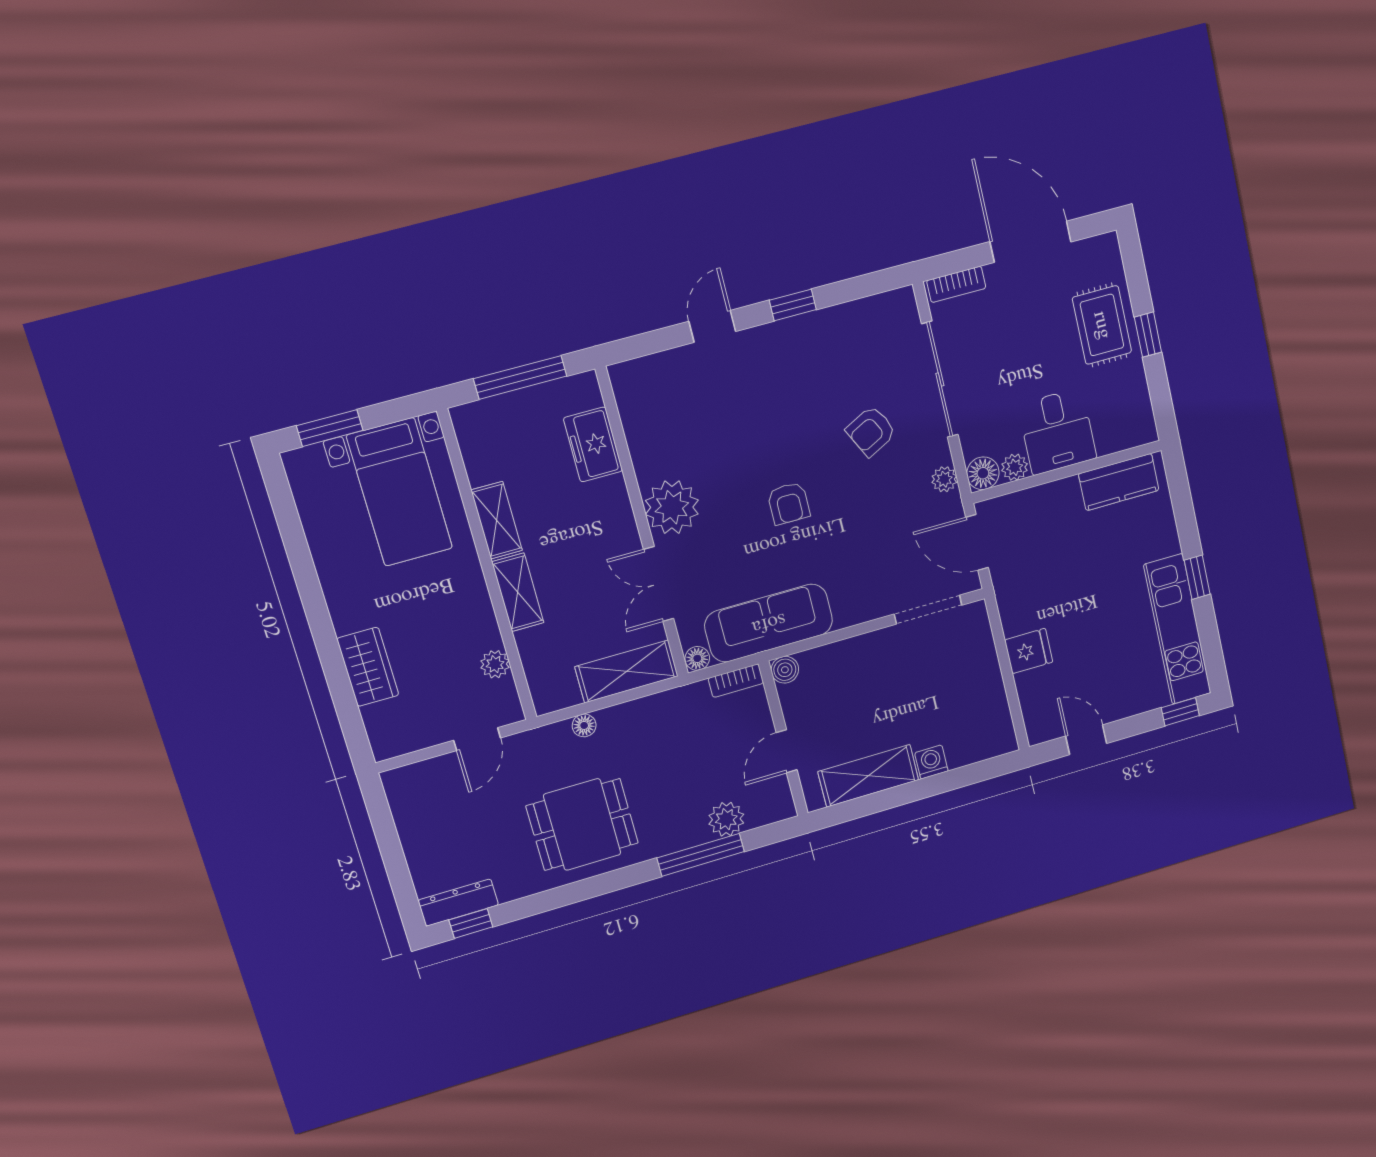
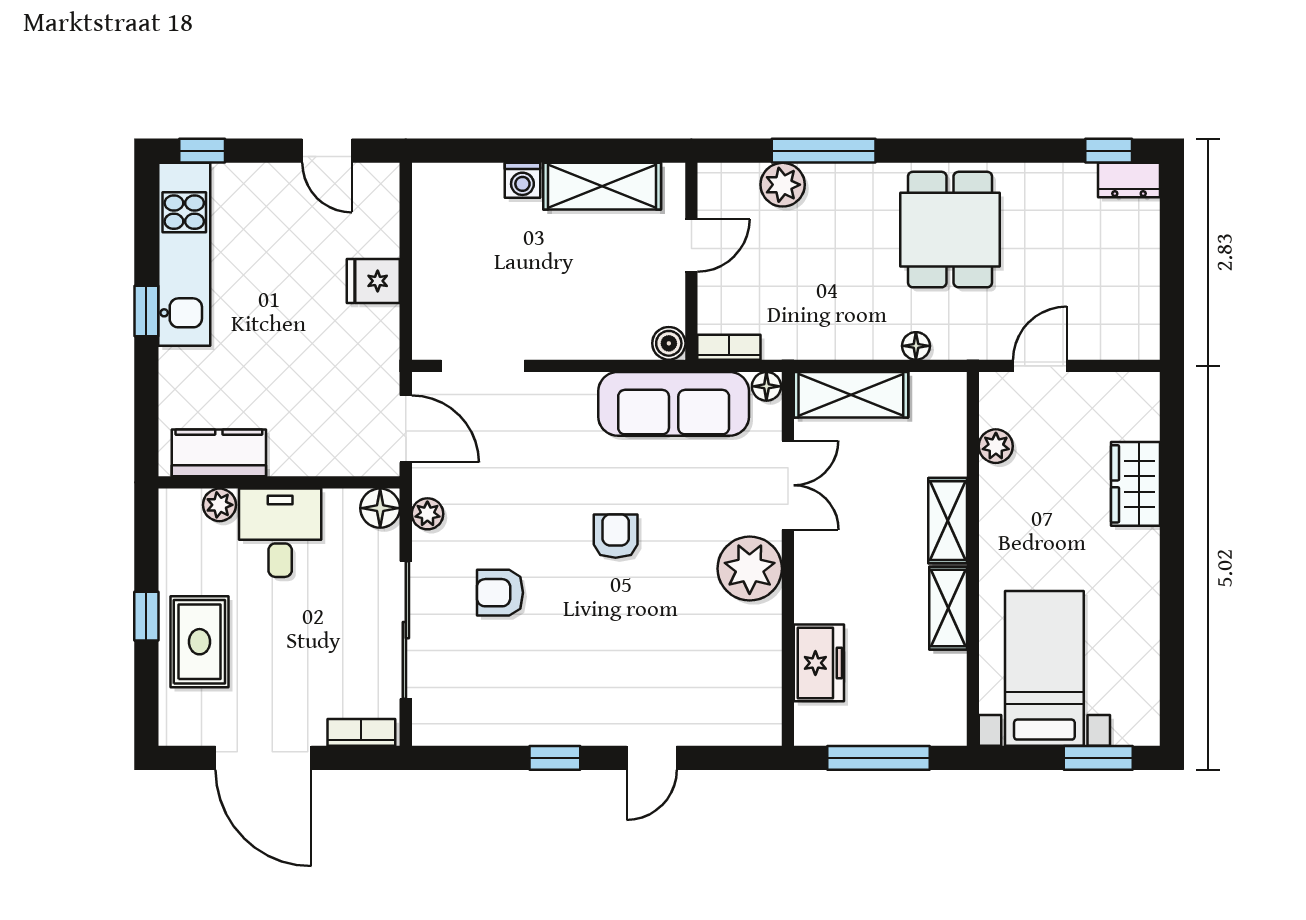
armchair: (871, 431) -> (500, 593), turned -153
plant: (1015, 467) -> (219, 505), moved
dining table: (582, 824) -> (950, 230), turned 90
dresser: (458, 903) -> (1129, 180), width x0.70

